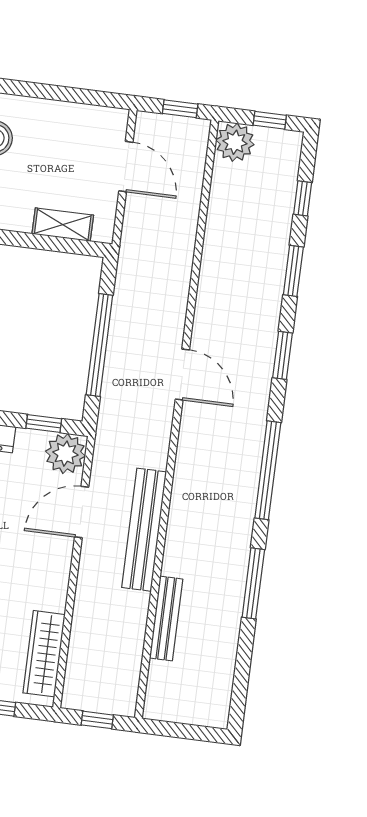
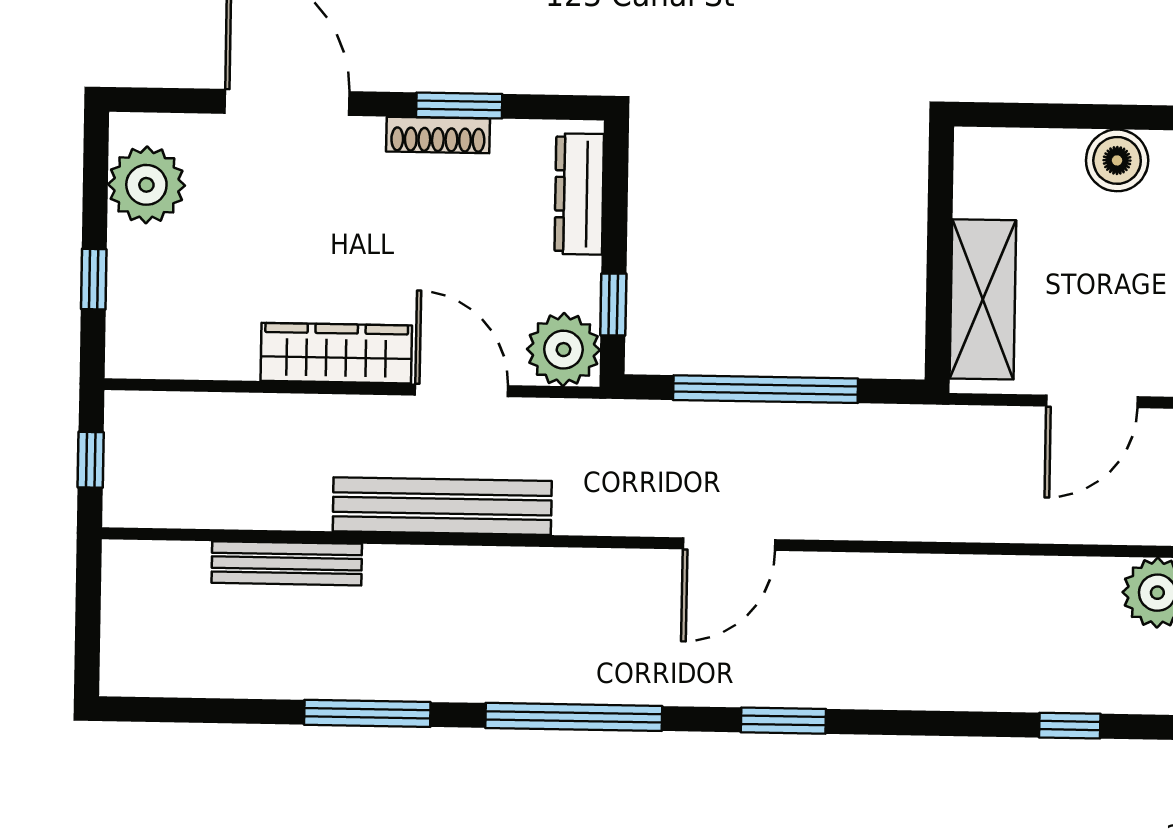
shelving: (63, 225) -> (983, 299), width x1.50, depth x1.33
window: (293, 271) -> (937, 723), removed
wardrobe: (44, 654) -> (336, 353), moved

